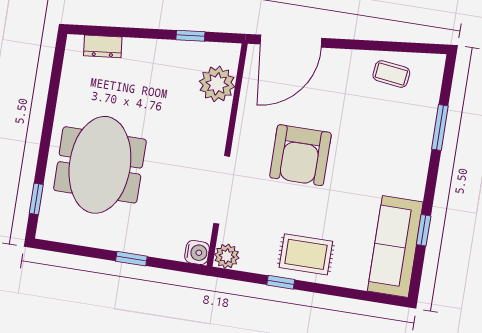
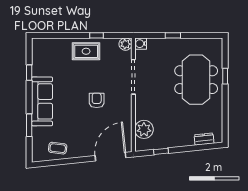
armchair: (300, 155) -> (97, 100), width x0.53, depth x0.53
window: (36, 199) -> (225, 76), moved
sofa: (395, 246) -> (42, 101), moved

